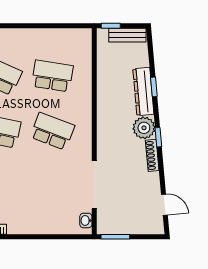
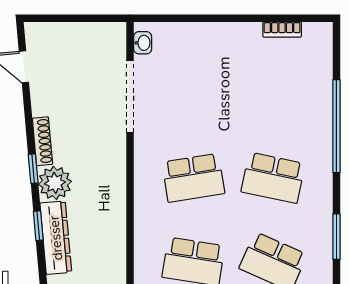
window: (154, 87) -> (38, 226), moved
school desk: (52, 131) -> (193, 178), turned -30
window: (115, 237) -> (98, 18), removed

